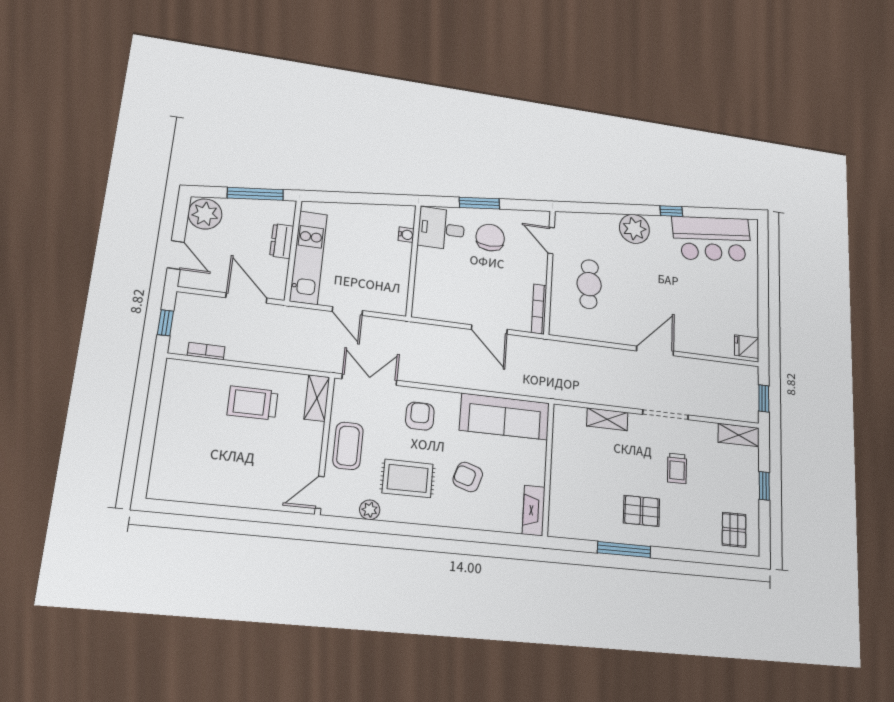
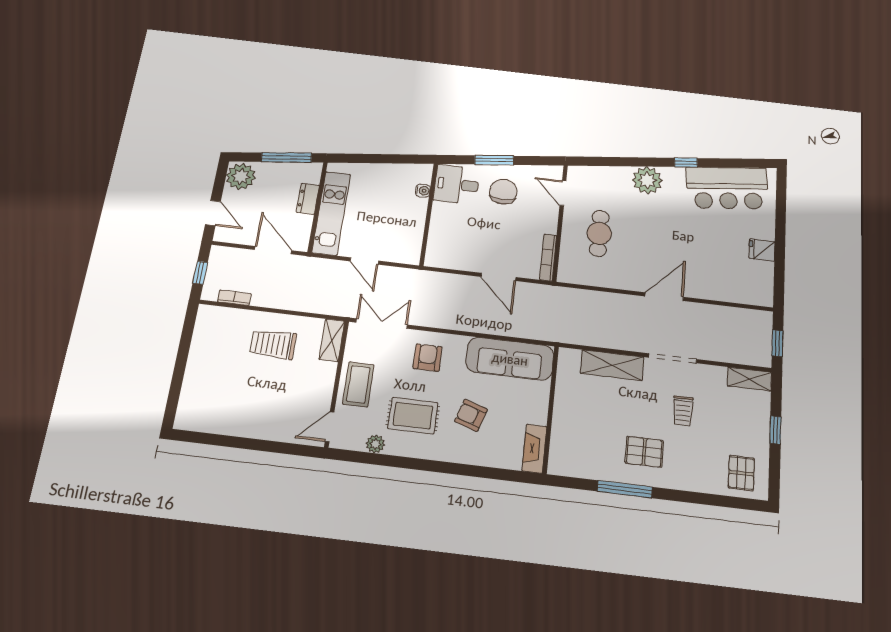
fridge: (747, 347) -> (762, 250), moved
shelving: (607, 419) -> (612, 365), width x1.50, depth x1.33

